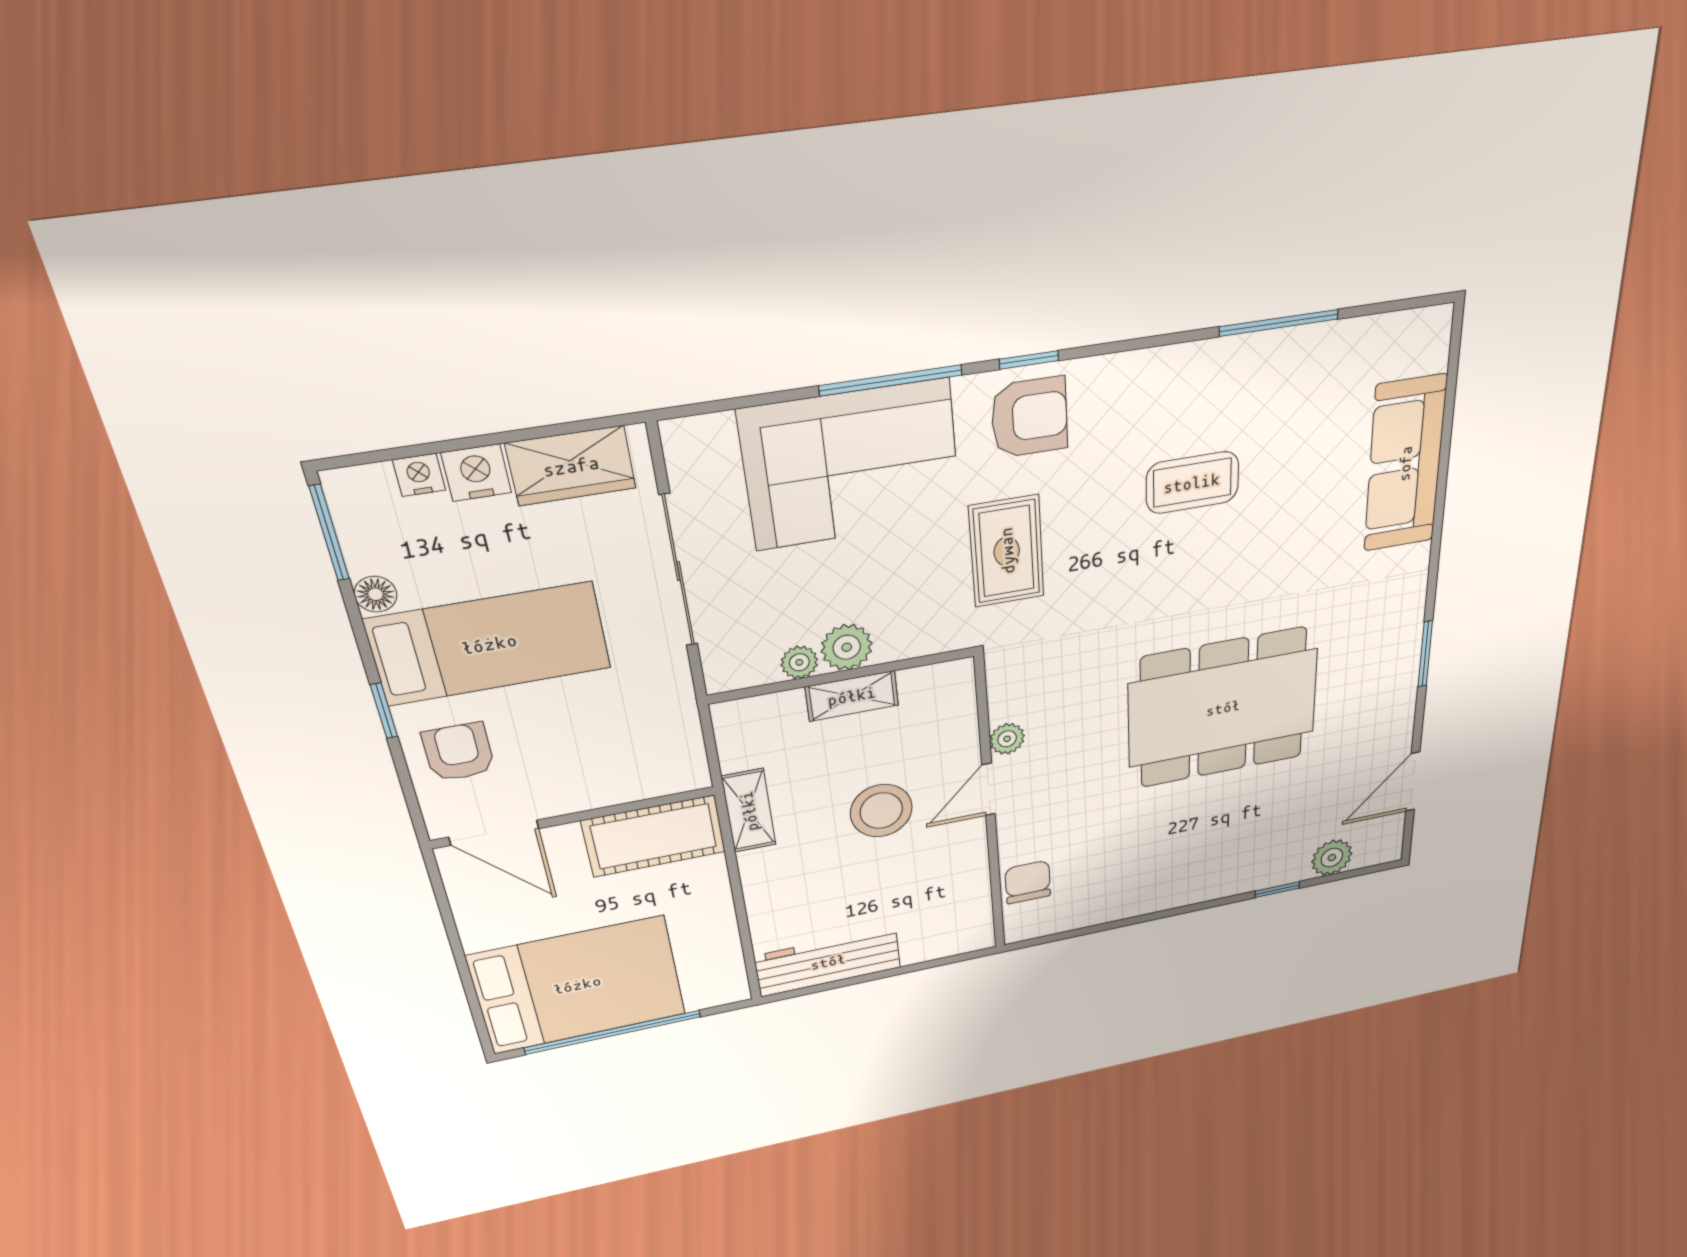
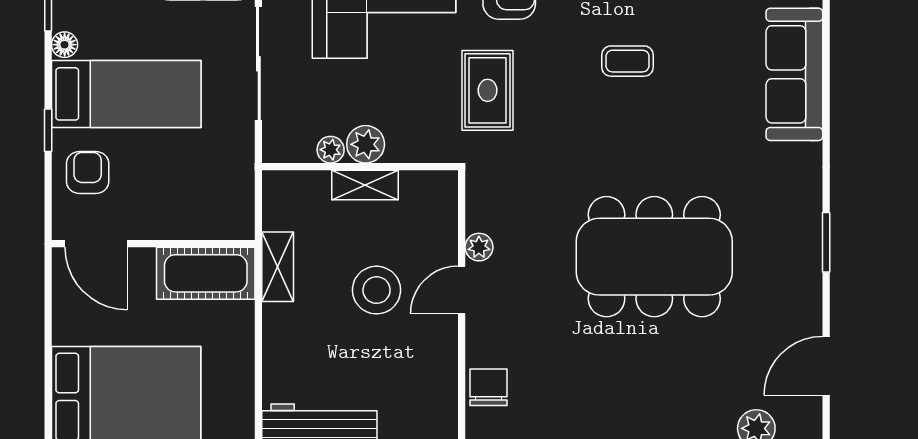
coffee table: (1192, 483) -> (628, 61), width x0.73, depth x0.77

